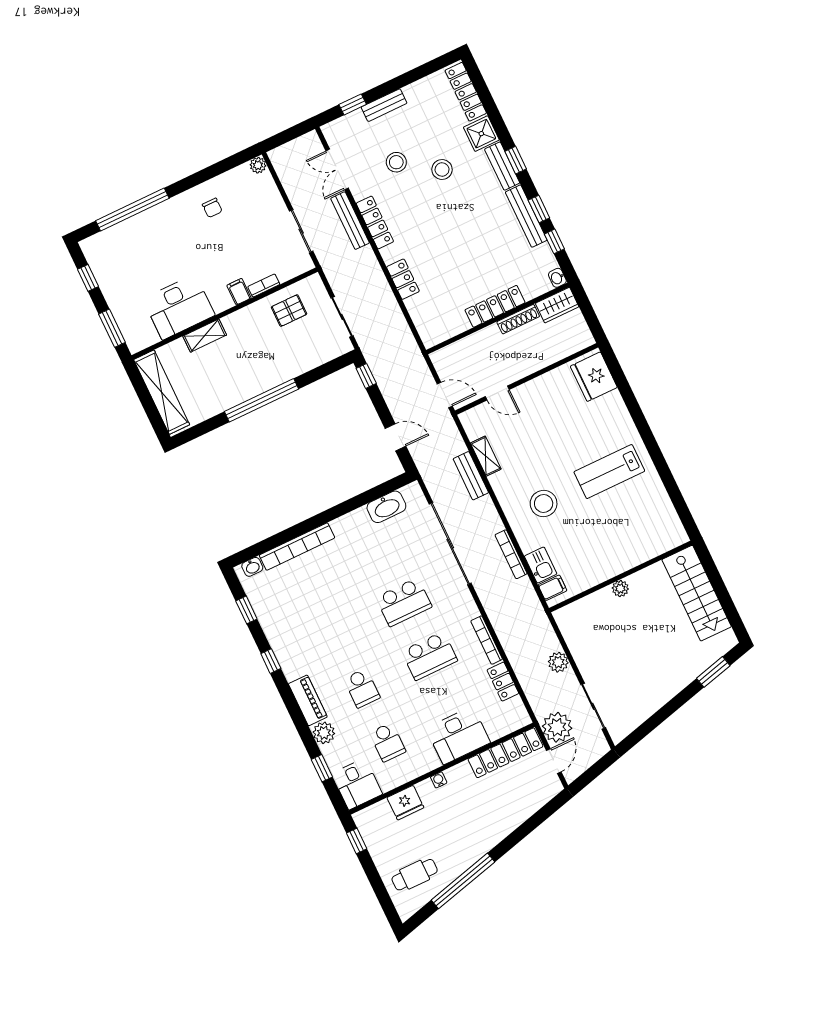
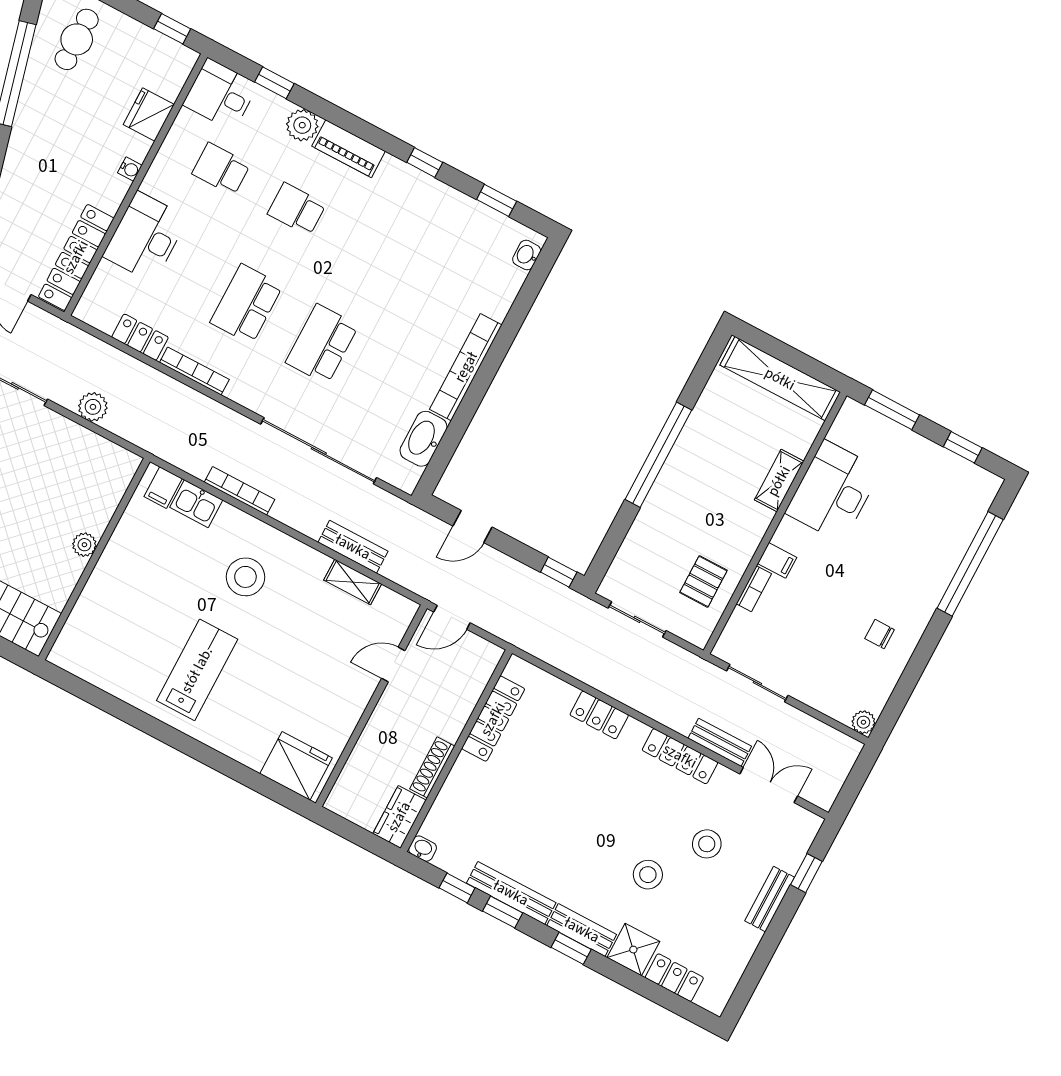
locker: (466, 92) -> (674, 978), width x0.66
bench: (350, 221) -> (720, 742), width x0.73
locker: (495, 306) -> (493, 719), moved
bookcase: (297, 547) -> (466, 367), moved
plant: (557, 727) -> (39, 331), removed

